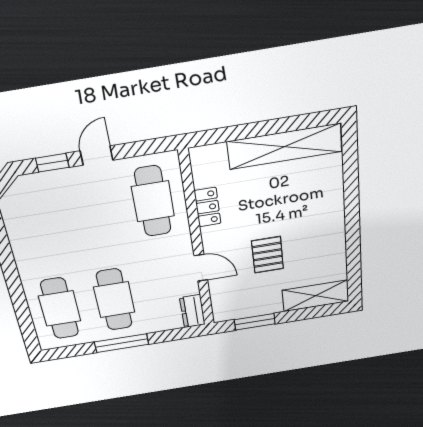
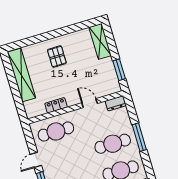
door: (97, 156) -> (36, 160), hinge flipped
pallet: (268, 255) -> (57, 56), moved, turned 90
door: (201, 268) -> (90, 103), hinge flipped

